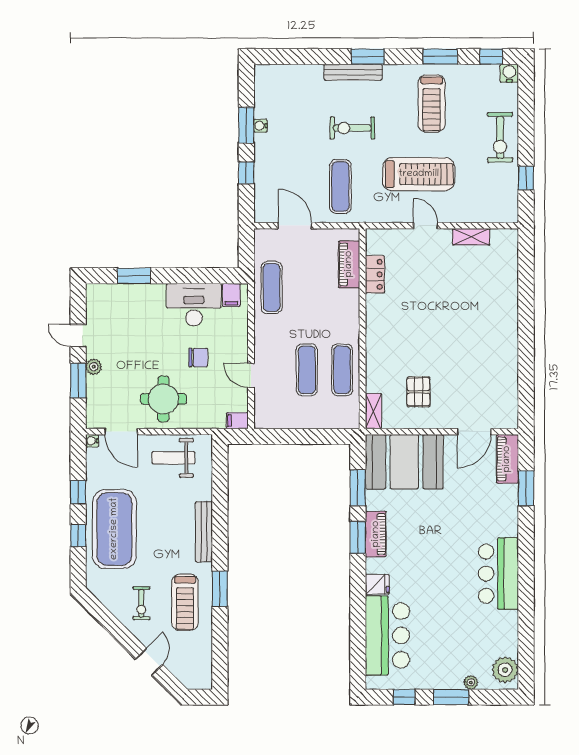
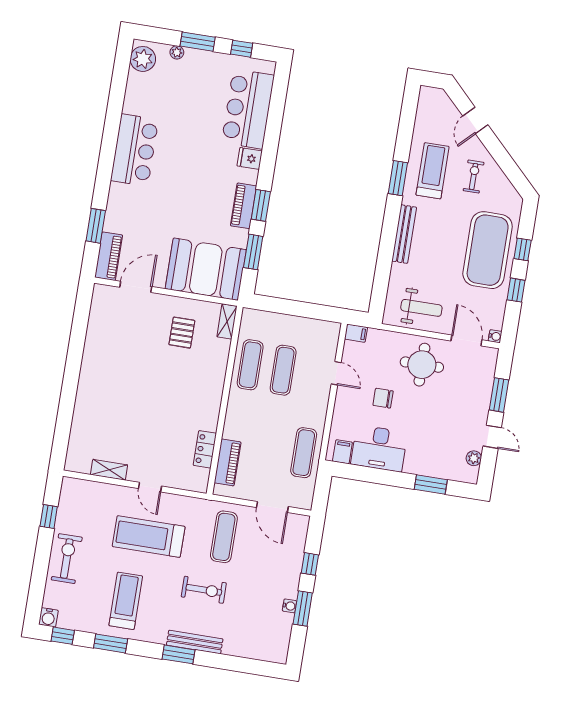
plant: (94, 367) -> (474, 458), moved

